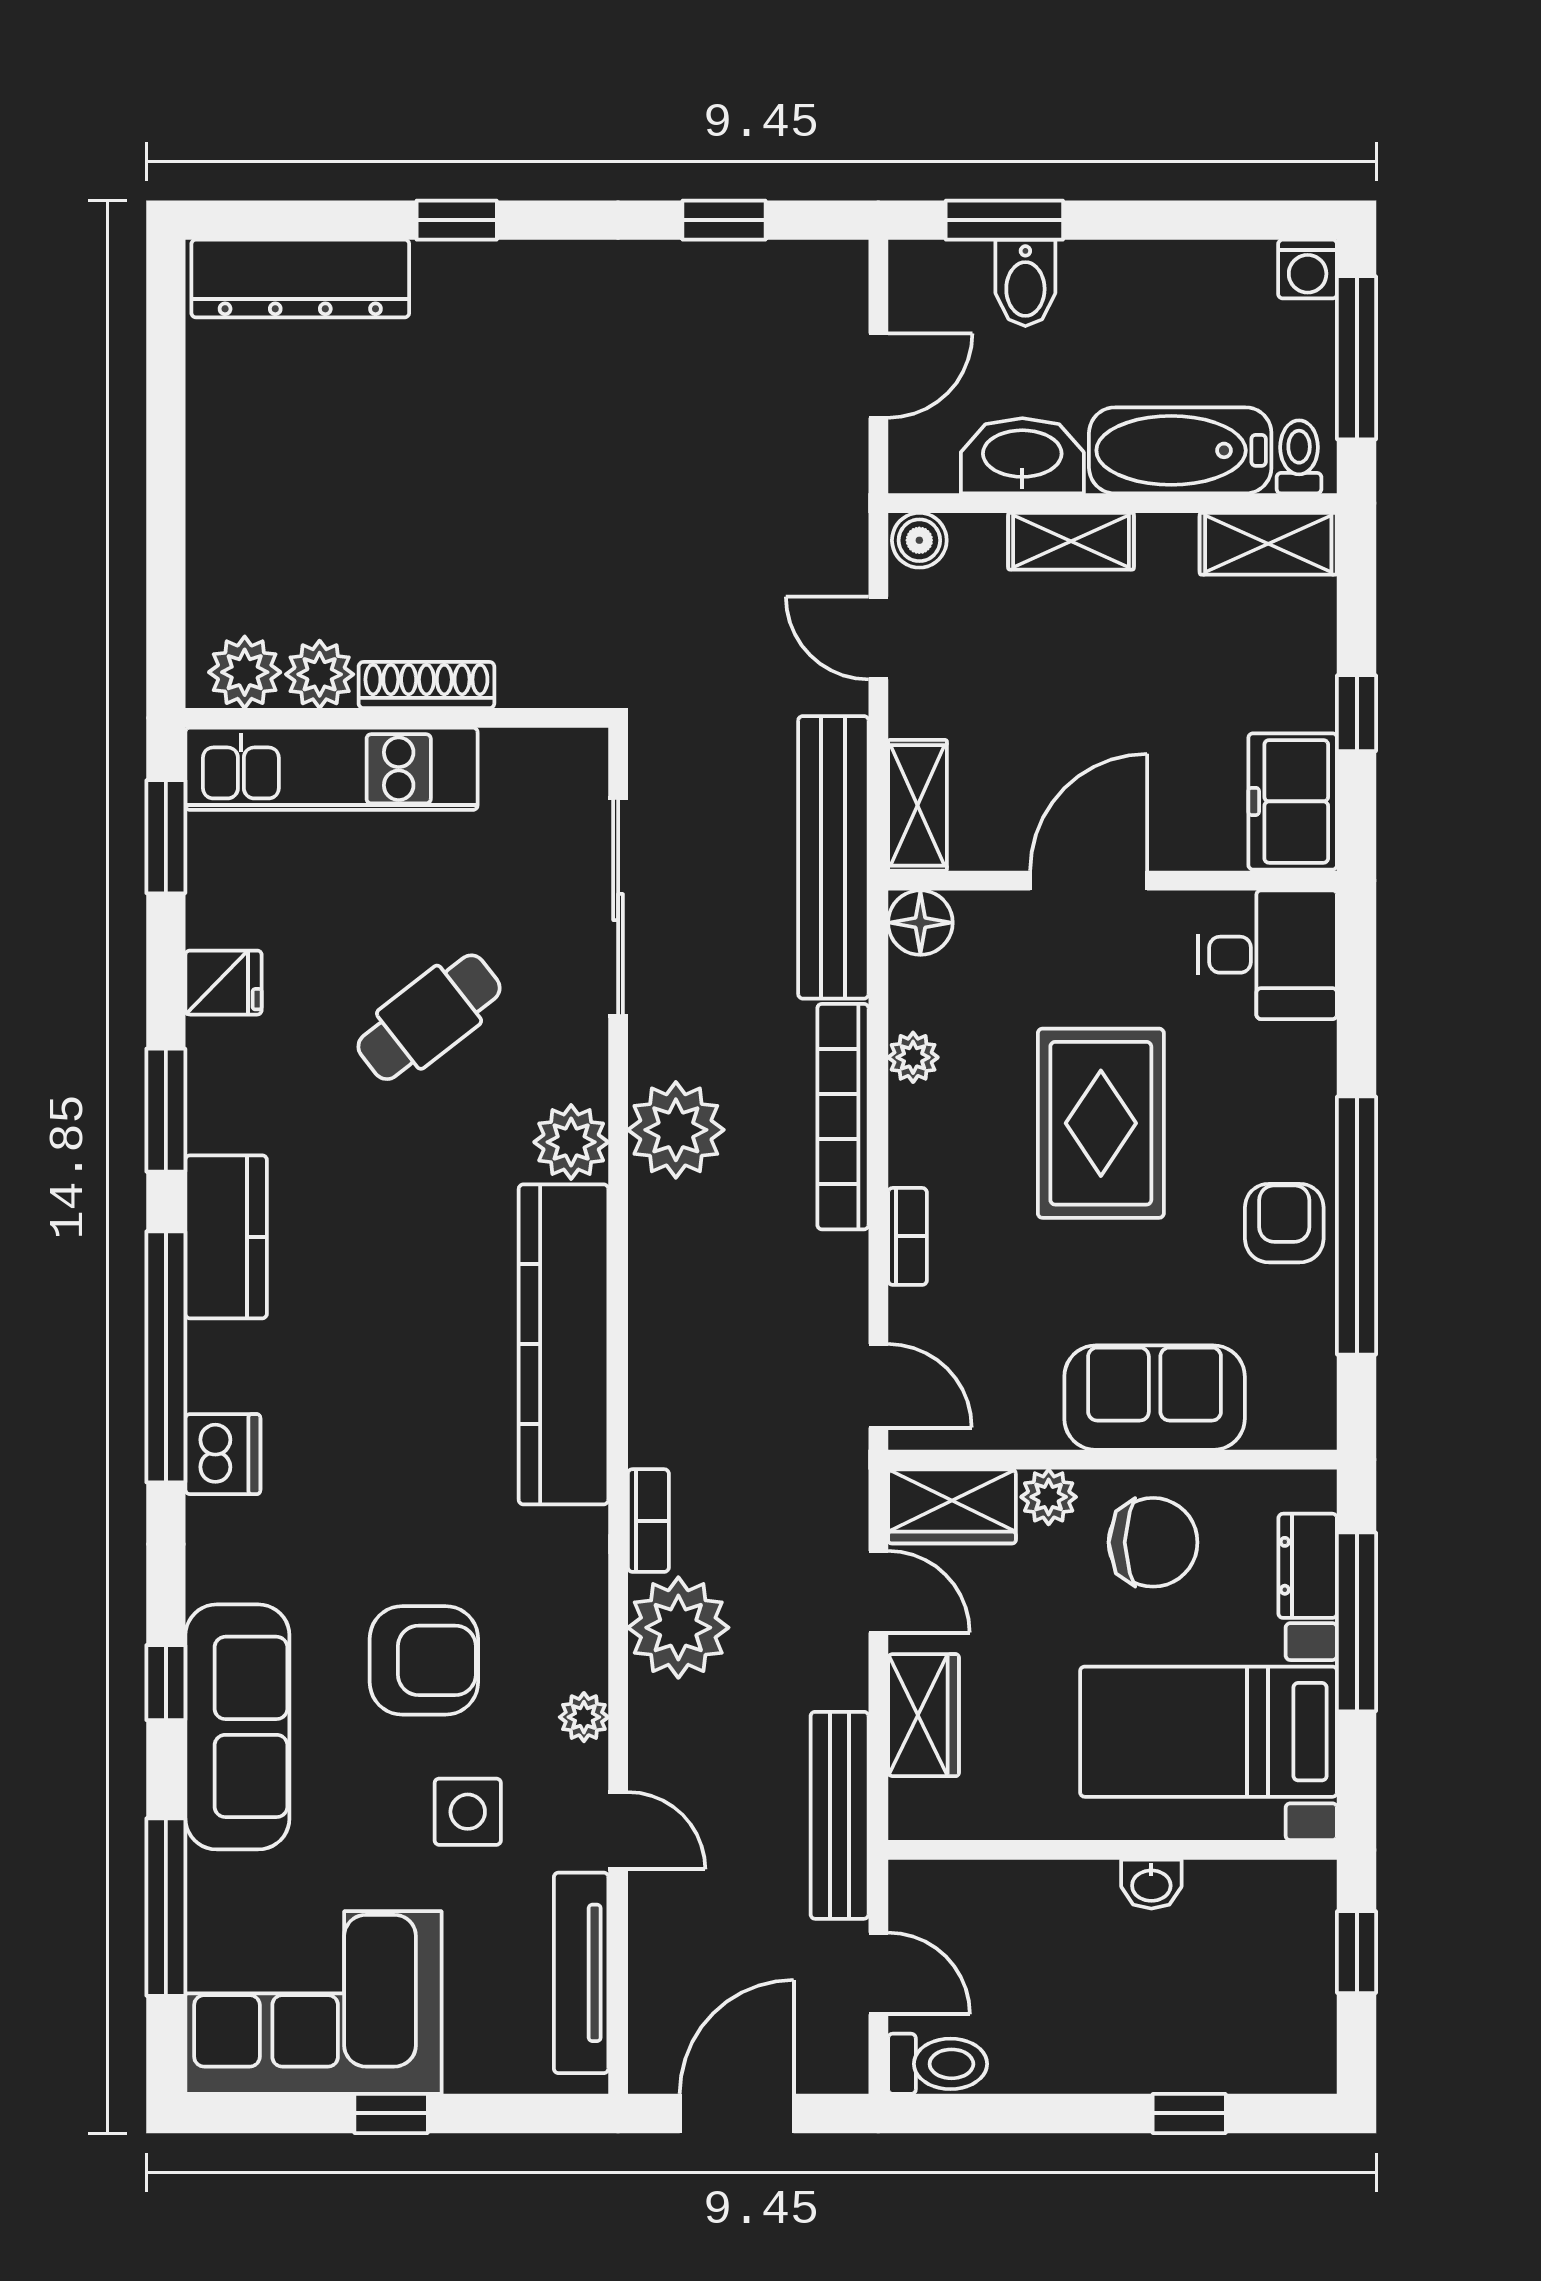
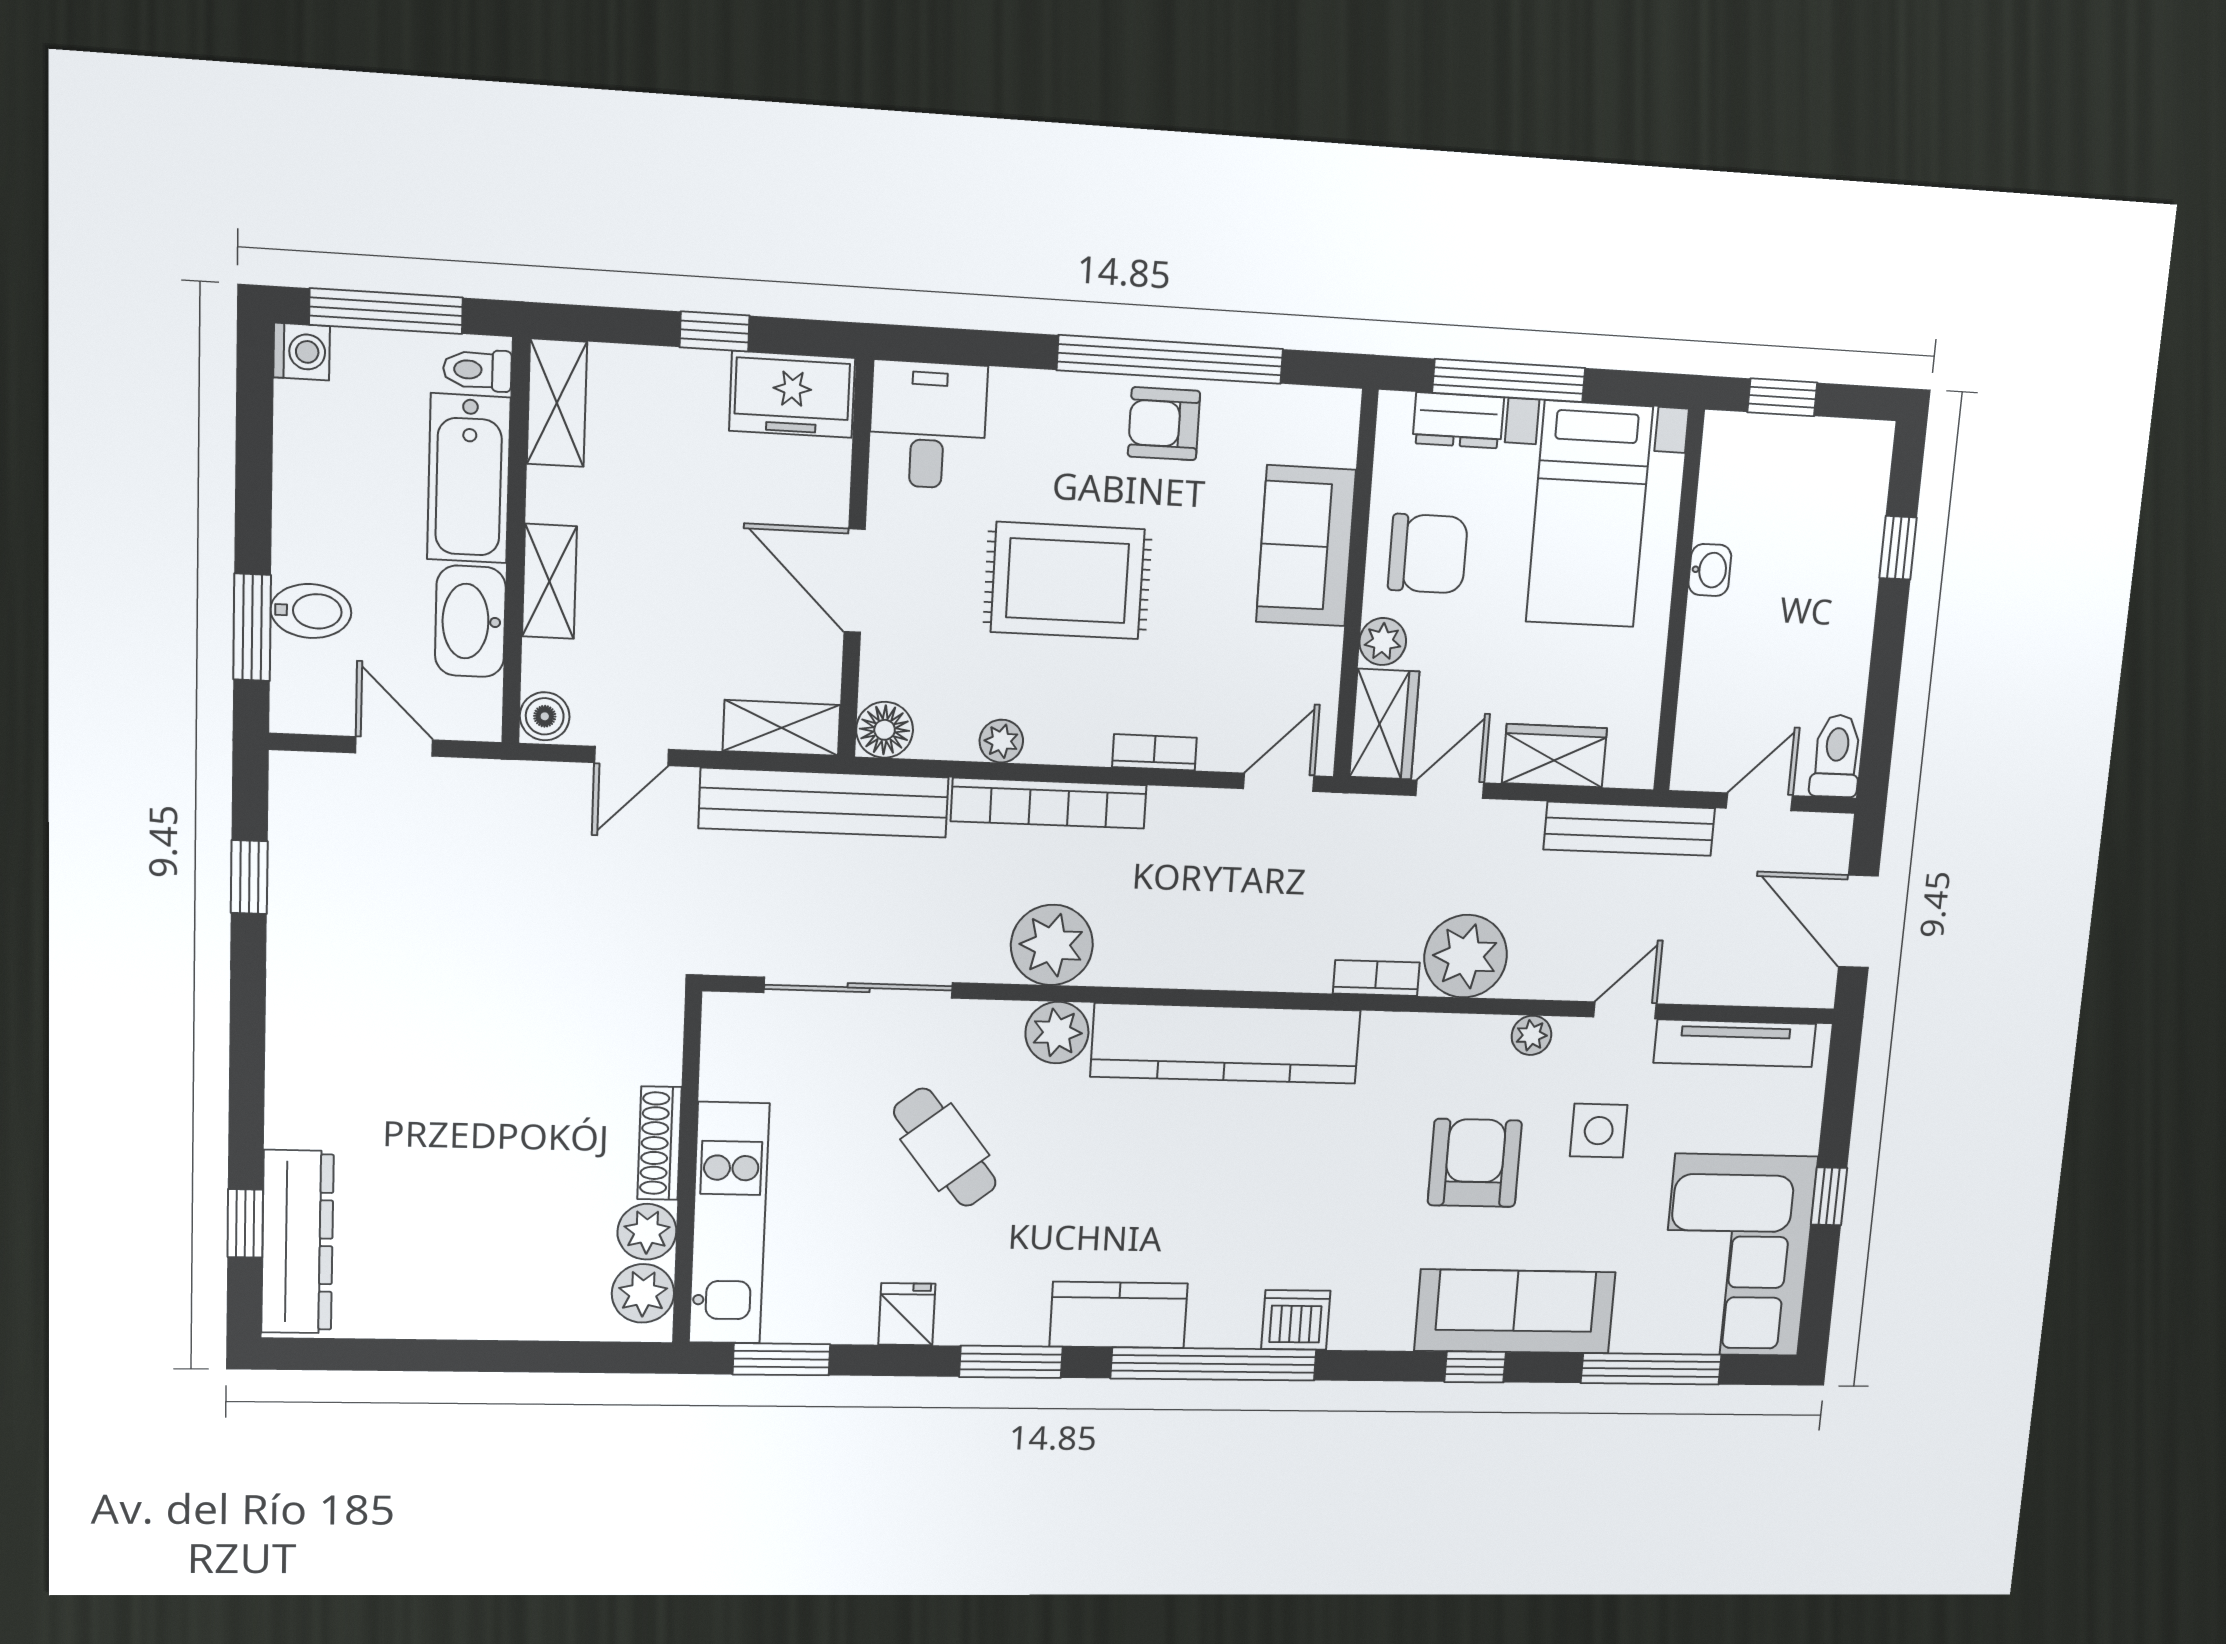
window: (457, 220) -> (245, 1223), moved
chair: (1153, 1542) -> (1428, 554), turned 90

